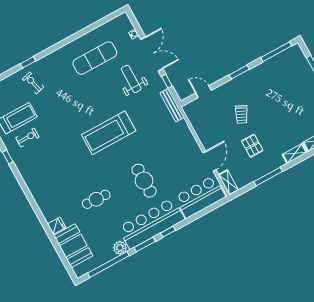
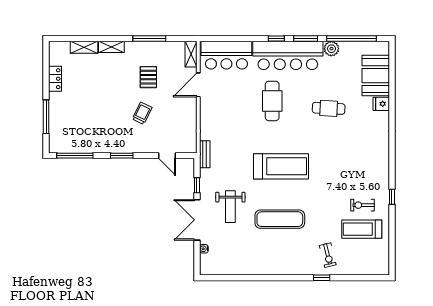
exercise mat: (95, 58) -> (280, 219), moved
bench: (172, 105) -> (205, 154), width x0.73

